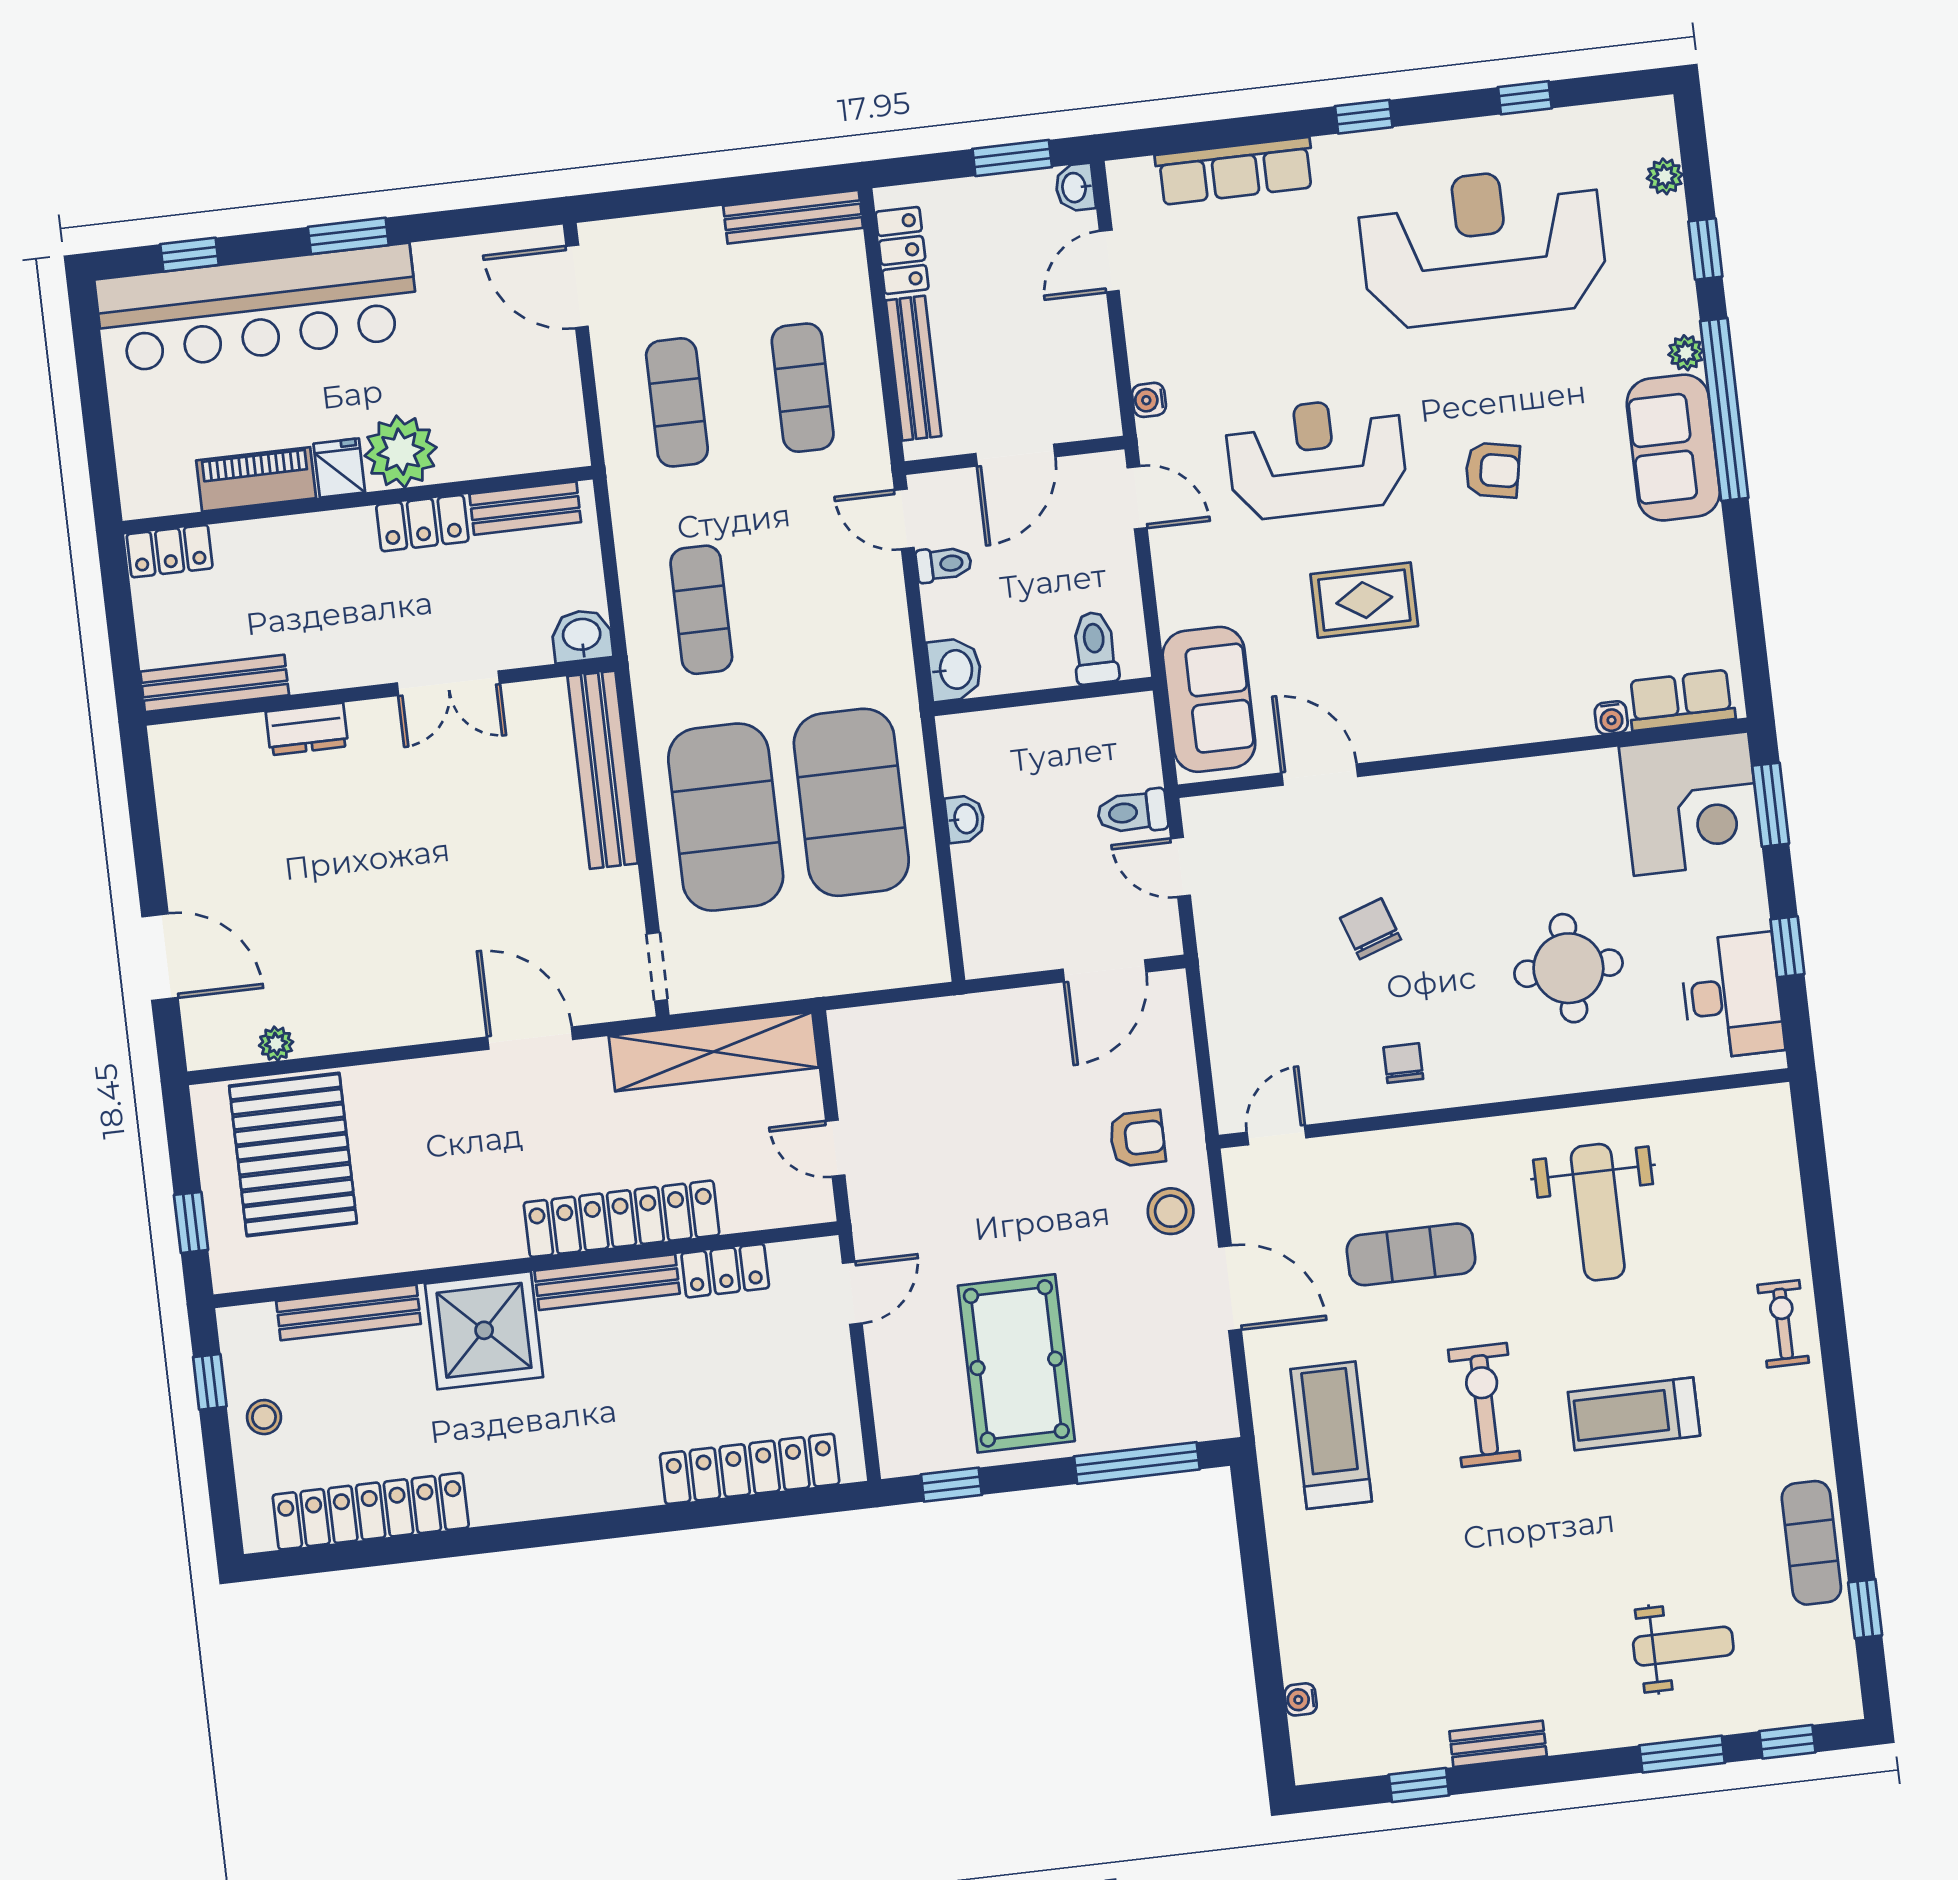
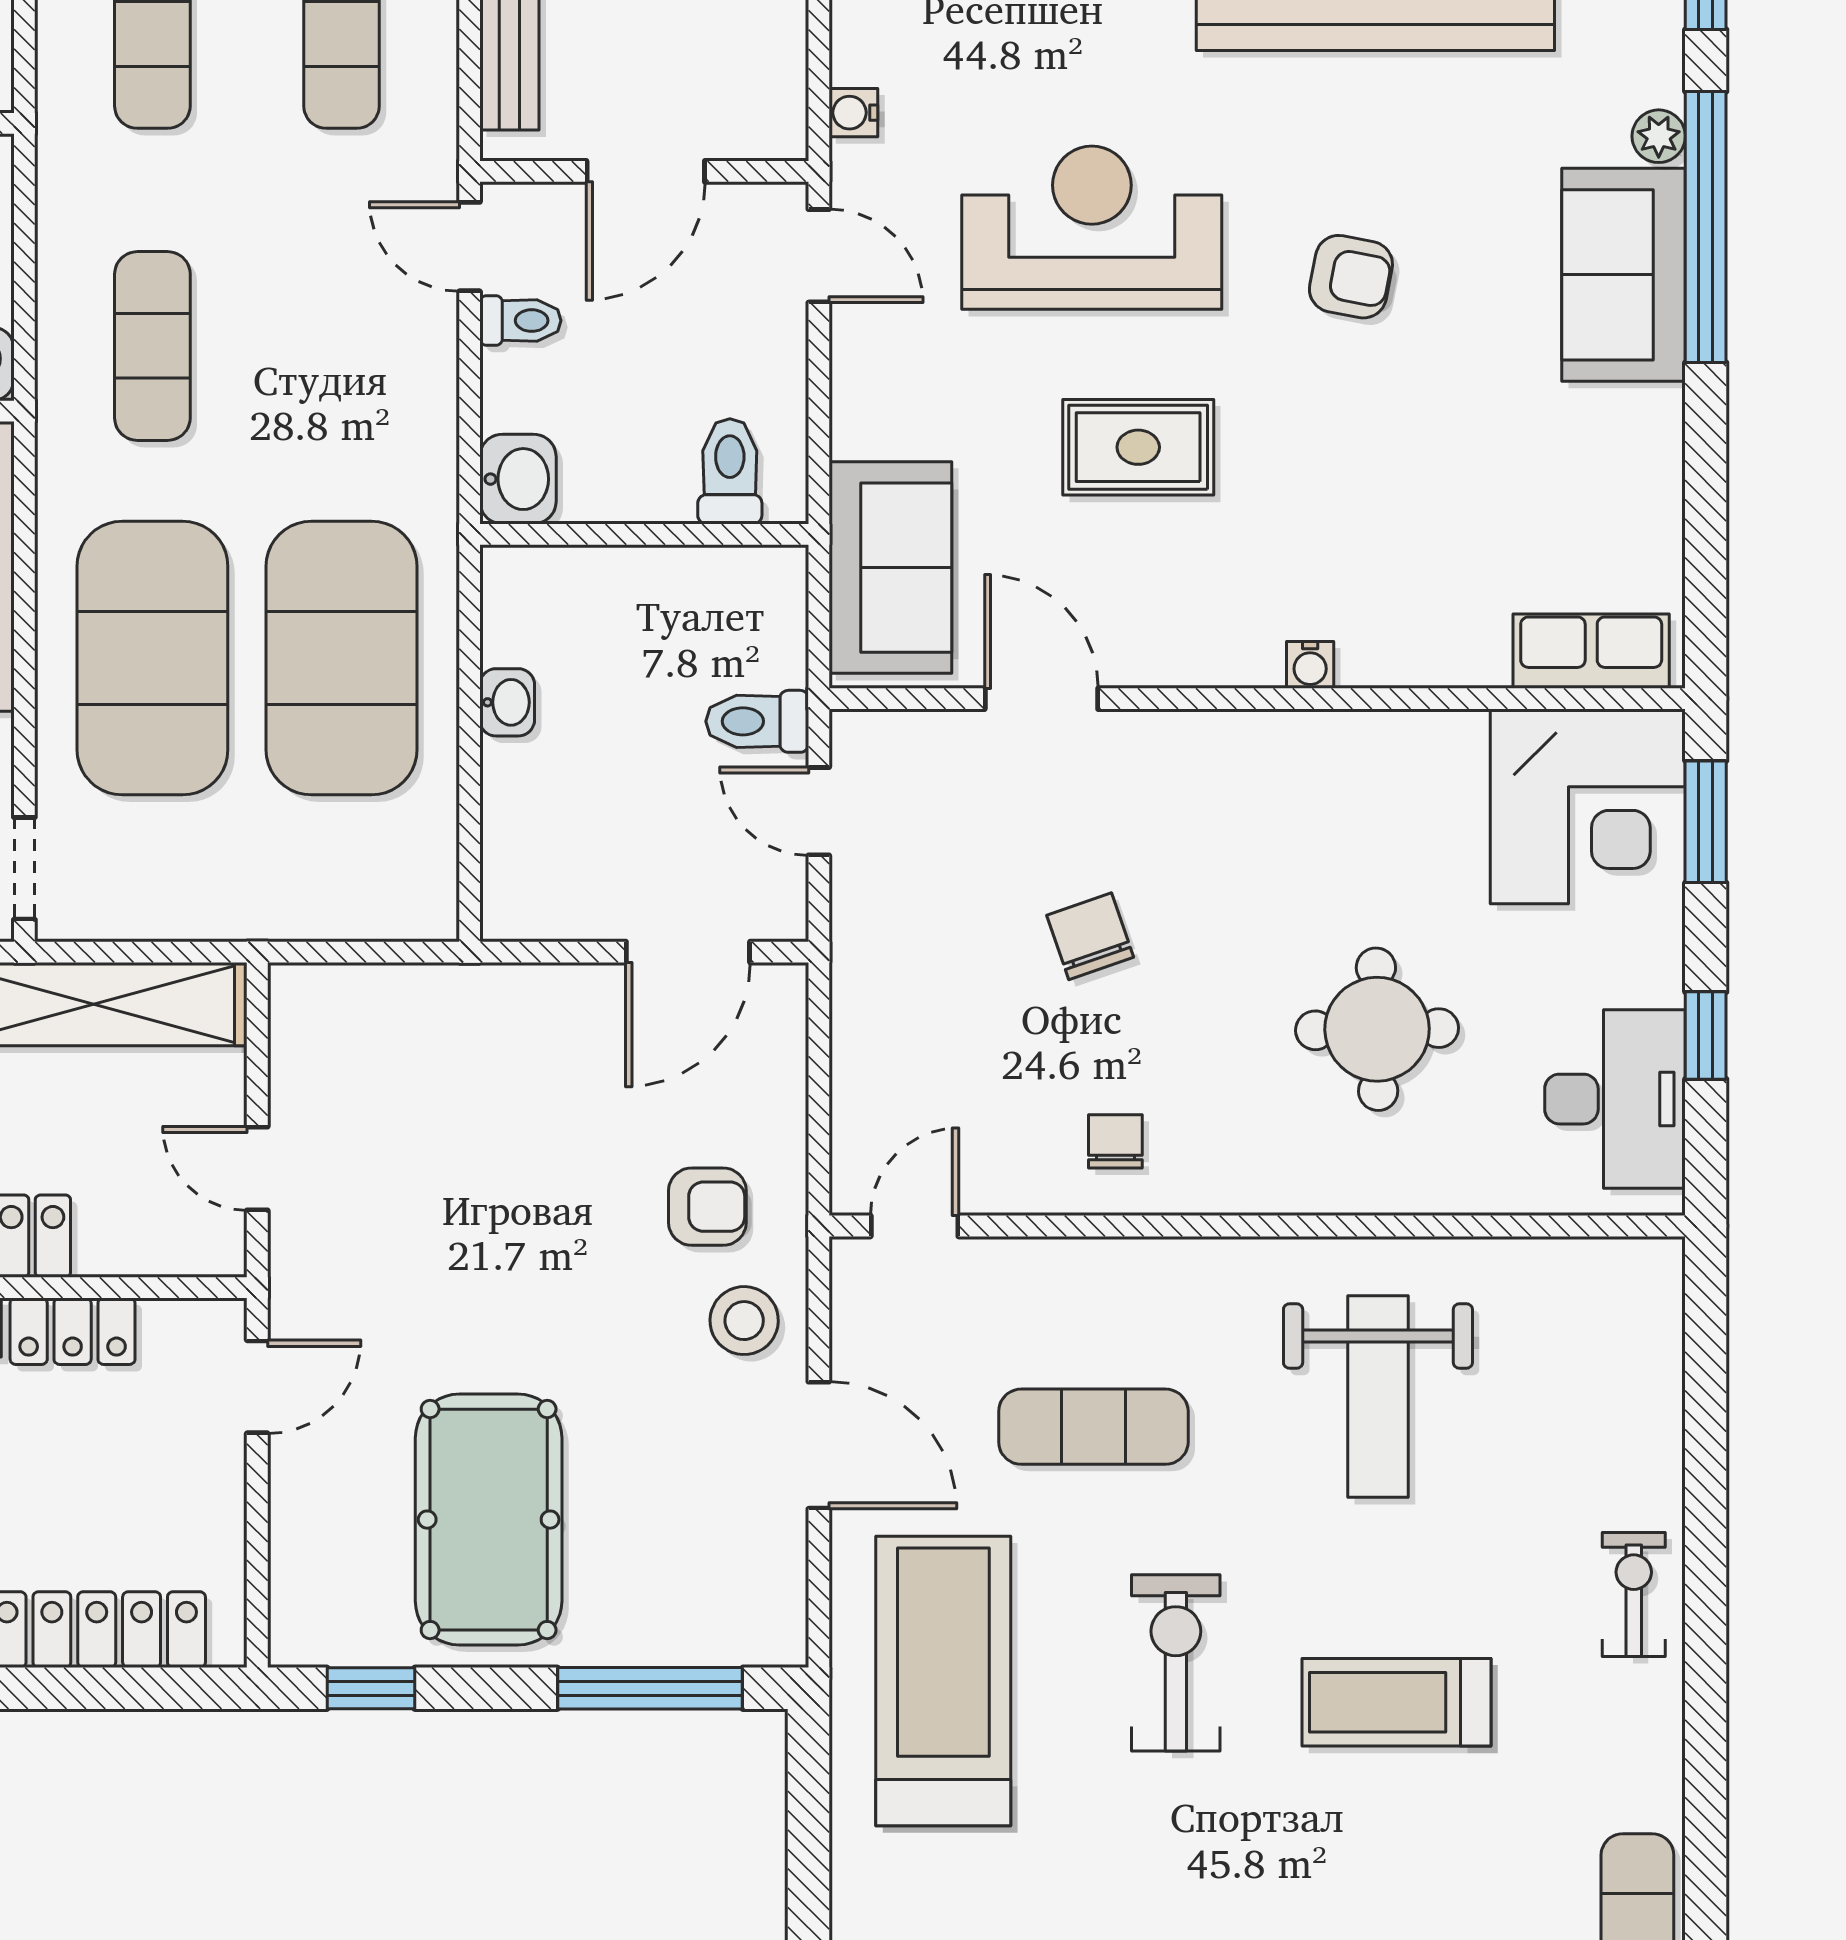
water cooler: (1611, 718) -> (1310, 665), moved
treadmill: (1331, 1435) -> (943, 1681), width x1.37, depth x1.38

